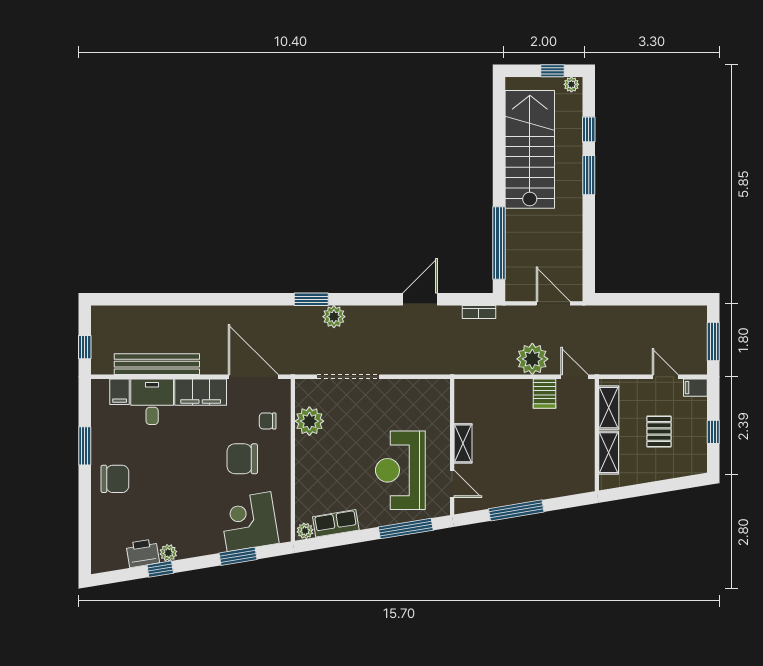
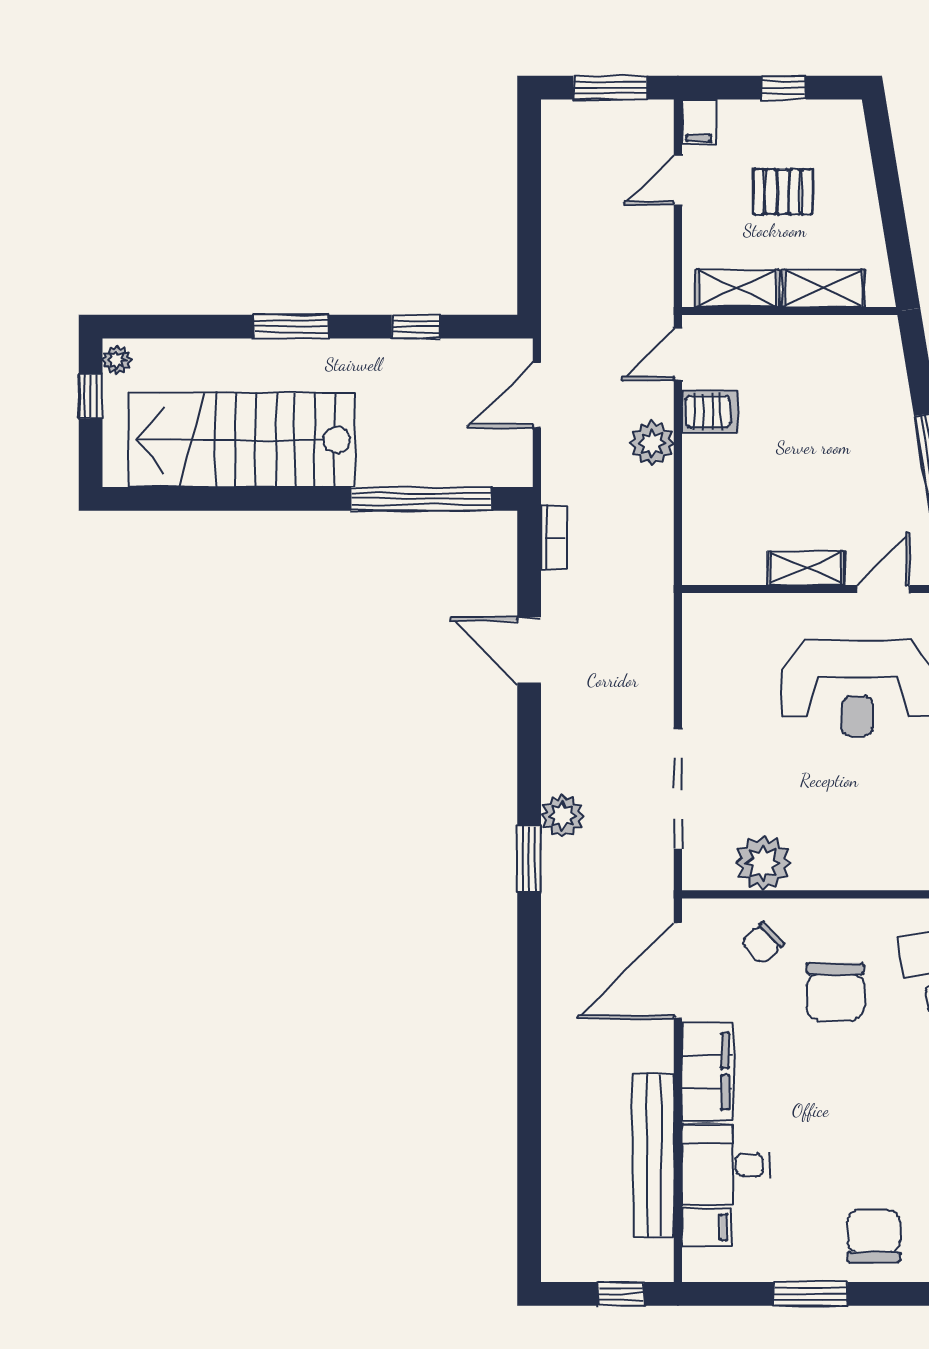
window: (589, 129) -> (416, 327), moved
plant: (532, 359) -> (652, 443), width x0.73, depth x0.73
chair: (268, 421) -> (763, 943), turned 46

